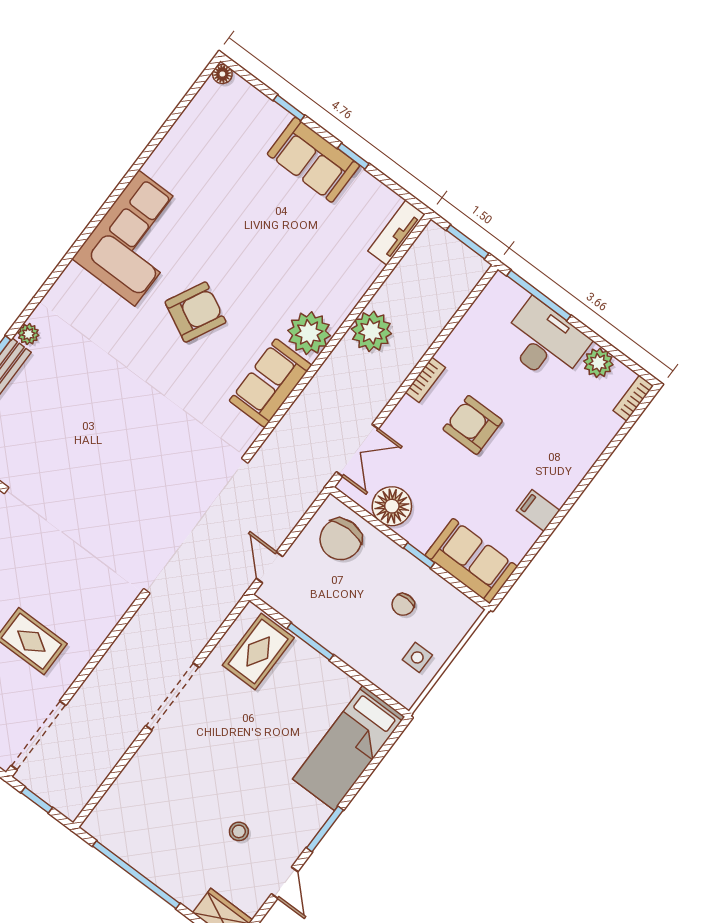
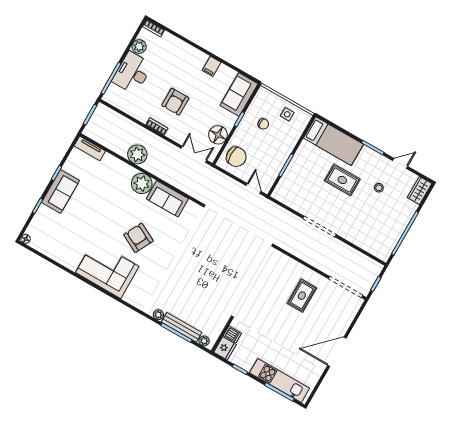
door: (269, 567) -> (254, 189), swing flipped
rug: (258, 651) -> (342, 180), moved

